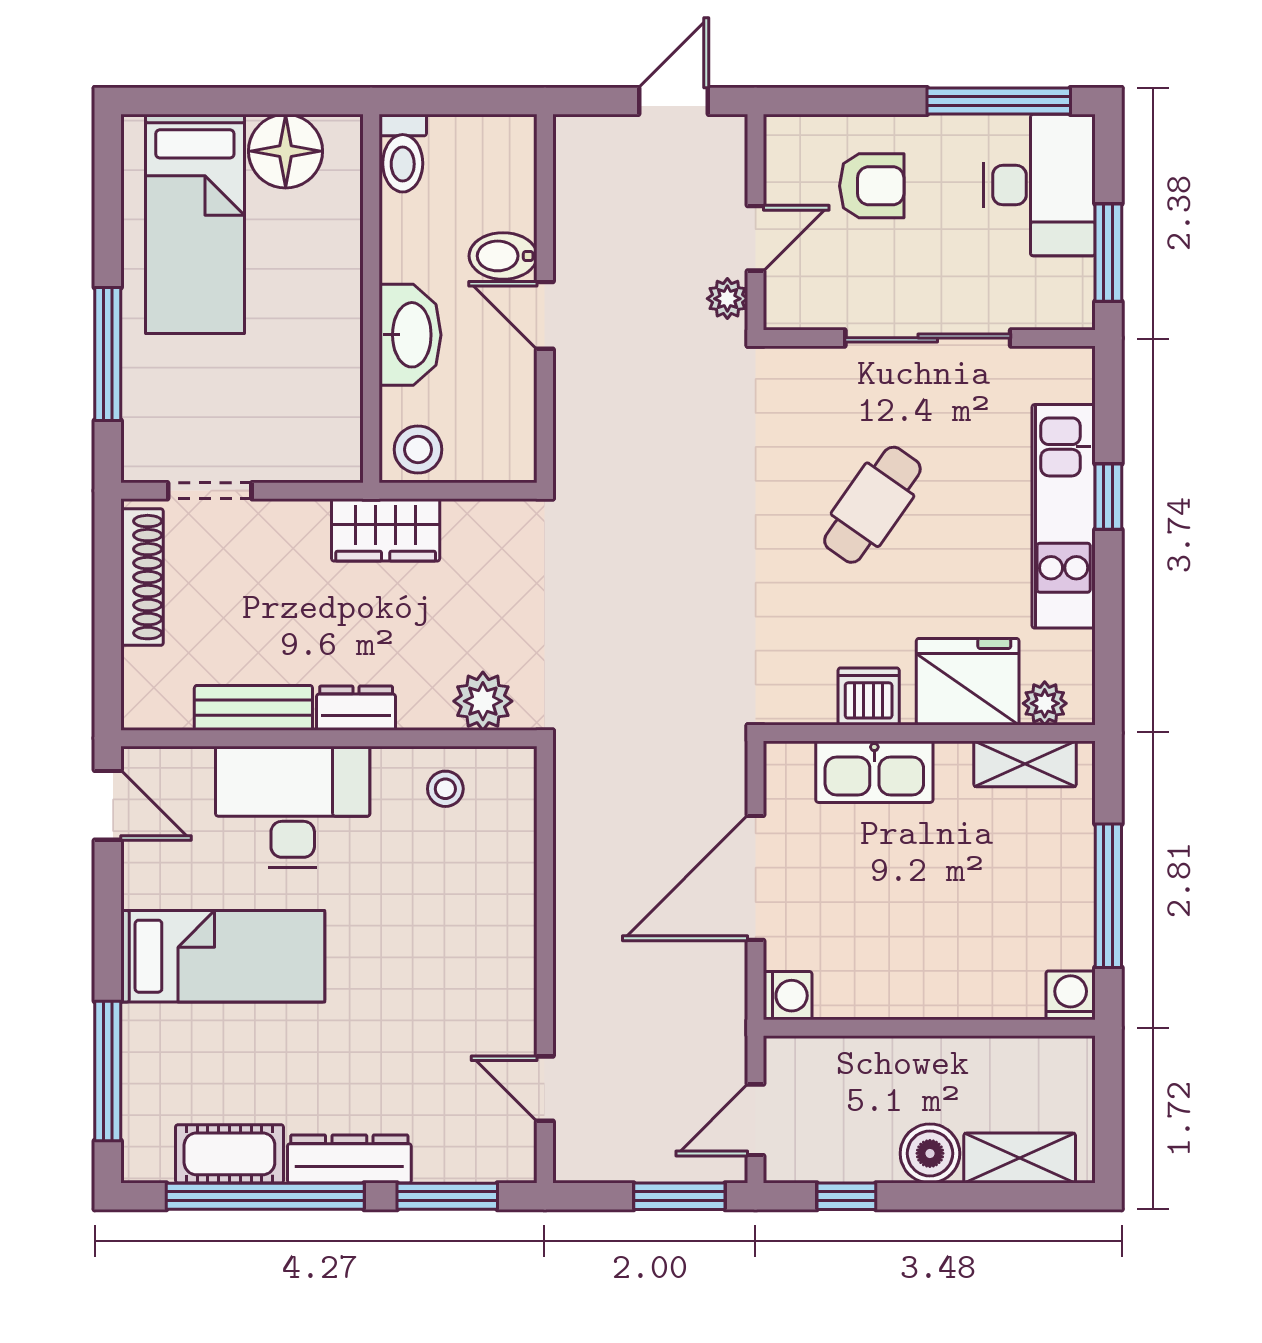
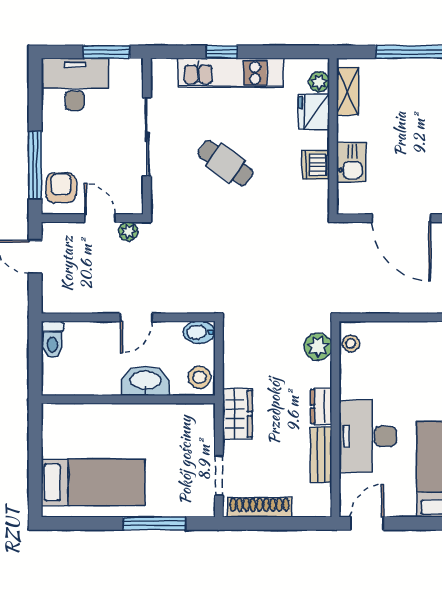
window: (999, 101) -> (35, 165), moved
floor lamp: (286, 151) -> (59, 440), removed
toilet: (403, 153) -> (52, 340), moved, turned 90
armchair: (872, 186) -> (61, 188), moved
bidet: (503, 256) -> (199, 332), moved, turned 90
wardrobe: (386, 530) -> (237, 414), moved
fridge: (968, 682) -> (314, 112), width x0.73, depth x0.75
kitchen sink: (874, 772) -> (351, 162), width x0.73
stool: (445, 789) -> (351, 343), moved

